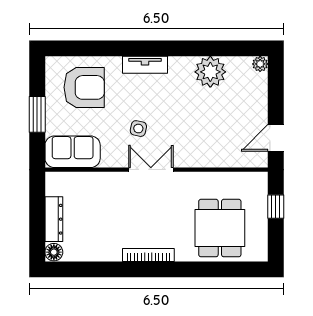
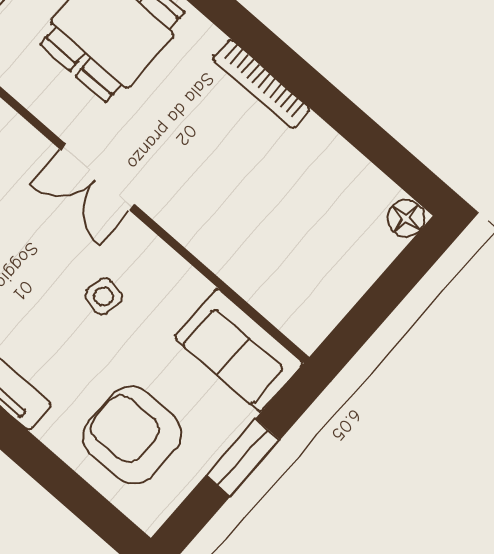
double door: (151, 170) -> (98, 177), moved
dresser: (54, 219) -> (361, 270), removed

